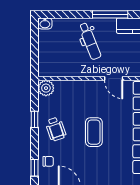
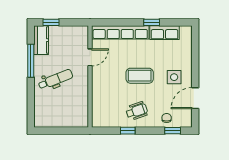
washbasin: (45, 23) -> (39, 121), removed
plant: (46, 88) -> (99, 120), removed
side table: (92, 169) -> (174, 77), added

